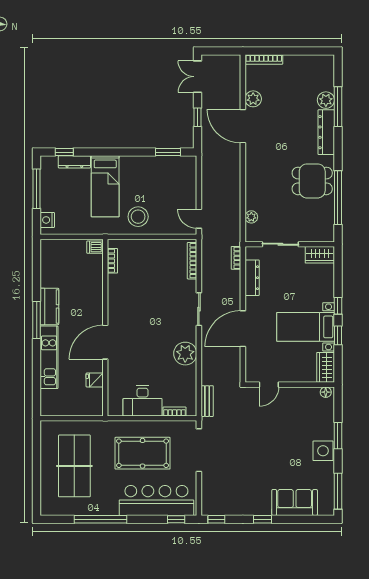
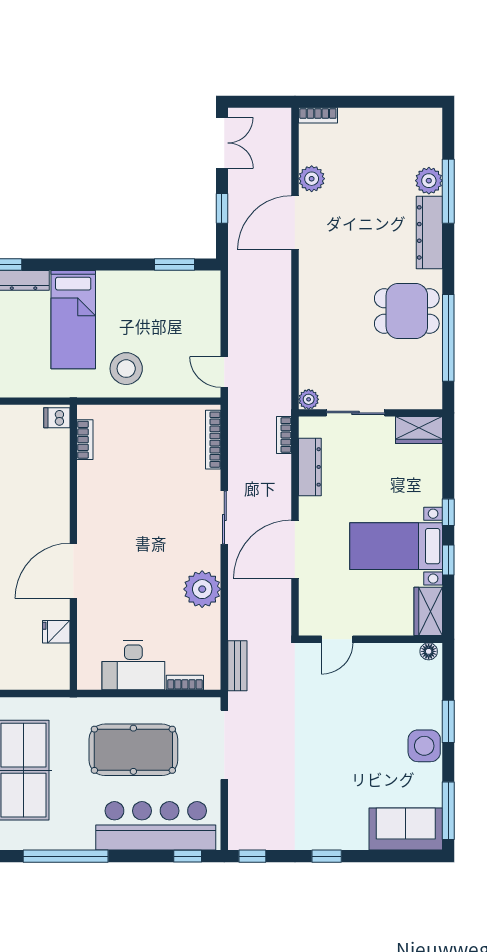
bookcase: (264, 60) -> (318, 115), width x0.64
double door: (197, 77) -> (222, 143), swing flipped
door: (243, 126) -> (295, 223), hinge flipped
plant: (251, 217) -> (309, 399), moved
sofa: (295, 502) -> (406, 829), moved

